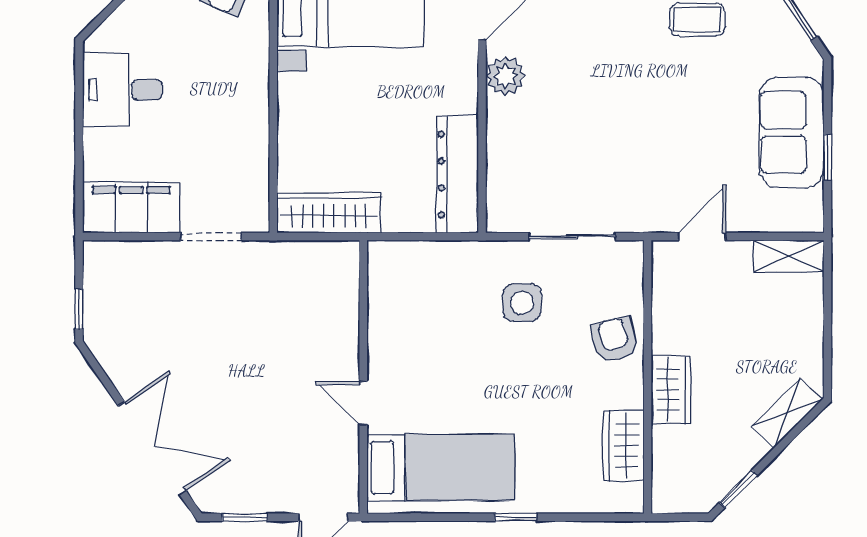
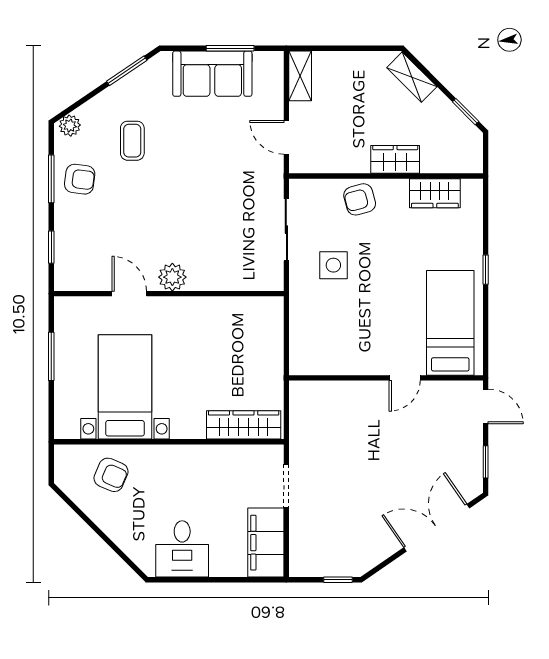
window: (828, 157) -> (230, 48), width x1.50
dresser: (458, 174) -> (242, 311), removed
wardrobe: (329, 213) -> (244, 425), moved, turned 90

